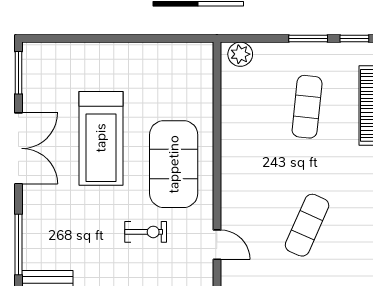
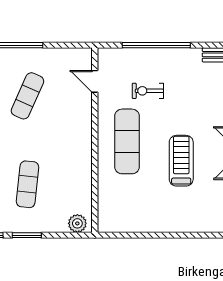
treadmill: (101, 138) -> (181, 161), width x0.73, depth x0.73
exercise mat: (174, 164) -> (127, 141), width x0.68

